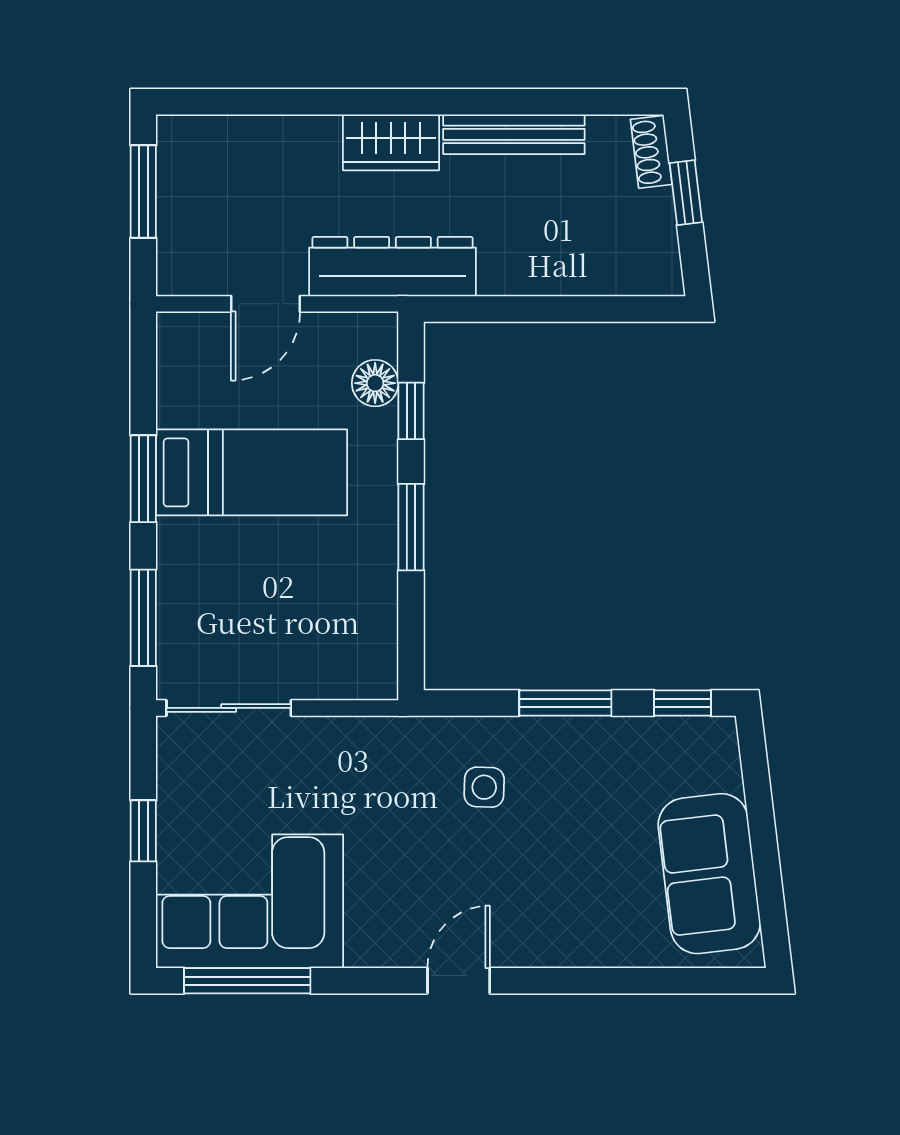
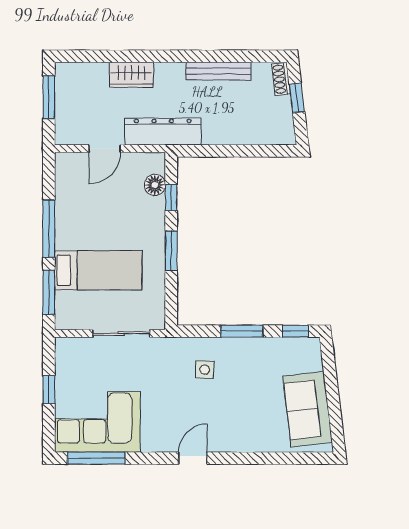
wardrobe: (391, 142) -> (131, 75), moved
bed: (252, 472) -> (98, 270), moved
window: (143, 479) -> (49, 229), width x1.44
sliding door: (229, 708) -> (121, 333), moved

